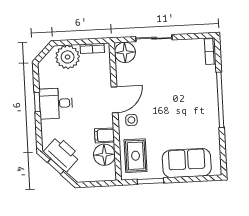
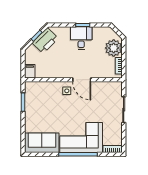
floor lamp: (125, 52) -> (115, 89), removed
corner sofa: (196, 96) -> (81, 137), added
filing cabinet: (105, 135) -> (30, 71), moved
floor lamp: (104, 155) -> (43, 70), removed
rug: (136, 156) -> (41, 92), removed
sofa: (187, 163) -> (42, 143), moved, turned -90

